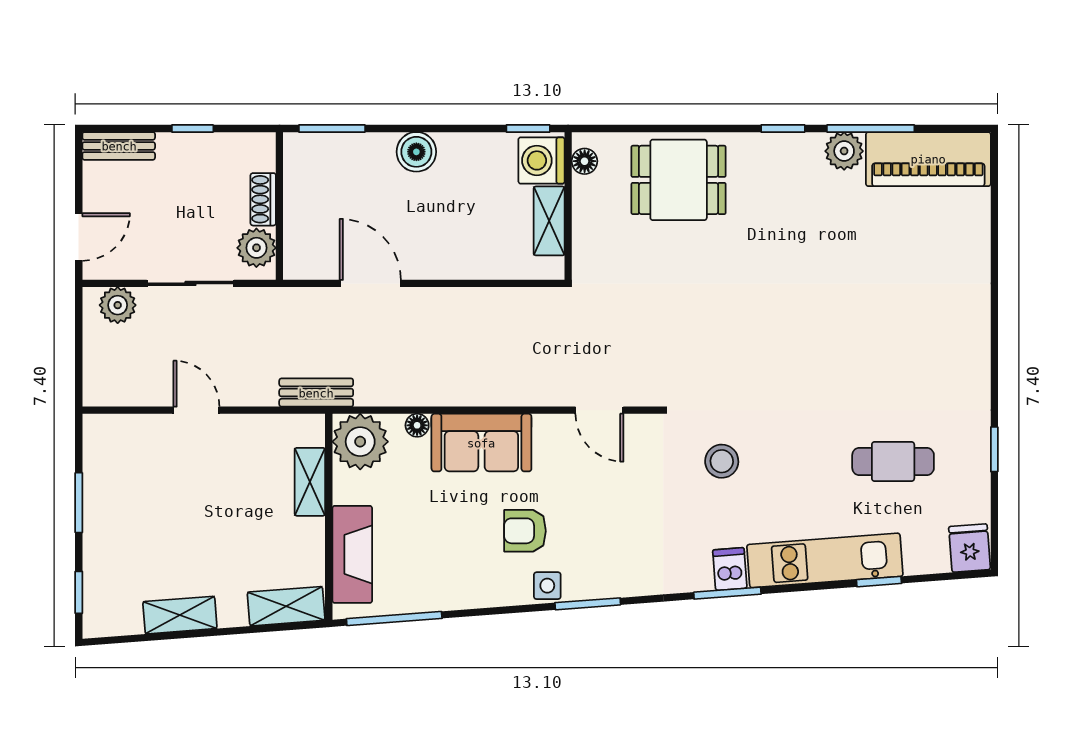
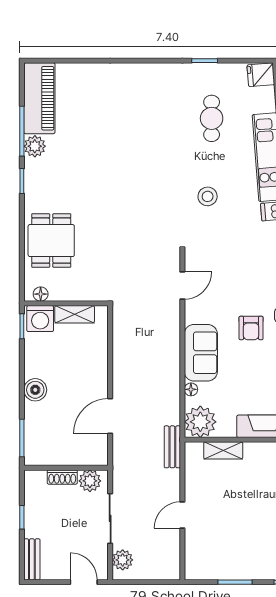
stool: (722, 461) -> (208, 196), moved

